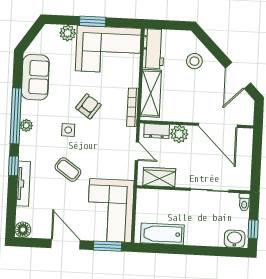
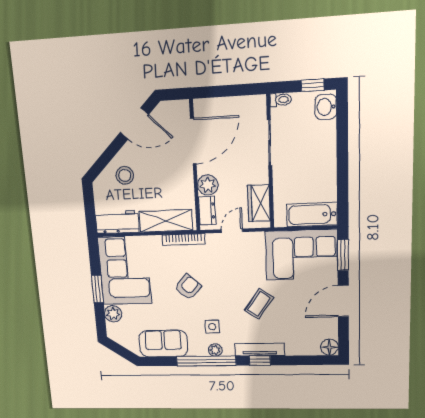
armchair: (88, 106) -> (188, 287), turned 97
side table: (68, 130) -> (212, 327), moved
tv unit: (23, 184) -> (260, 350), moved
bathtub: (162, 234) -> (312, 215), moved, turned 90

